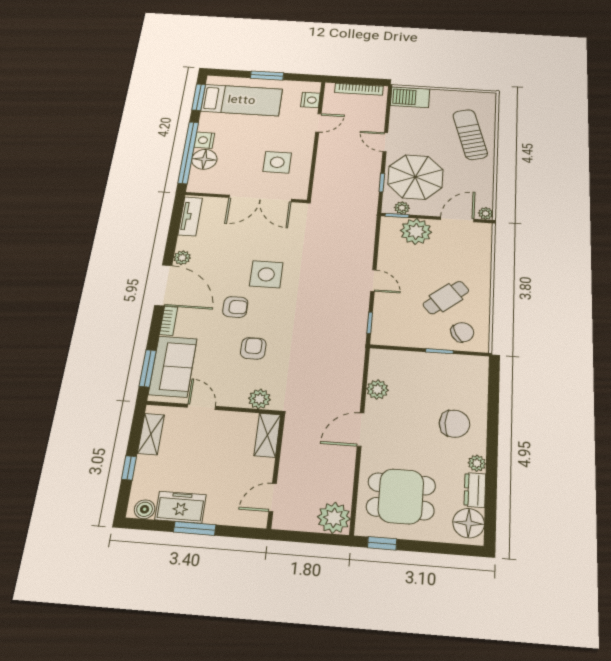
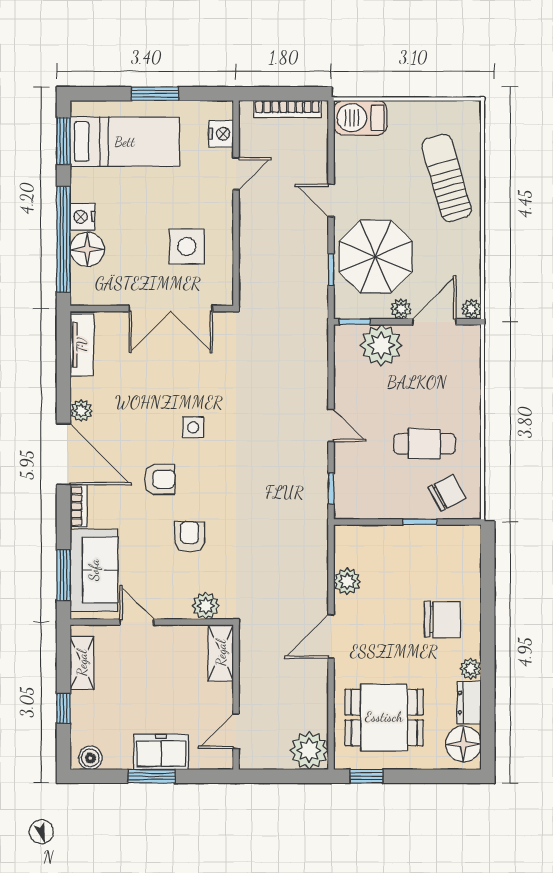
plant: (402, 208) -> (401, 309), moved
side table: (266, 274) -> (193, 427), width x0.54, depth x0.54
cafe table: (446, 298) -> (425, 444), turned 40
freezer: (181, 507) -> (161, 752), moved

